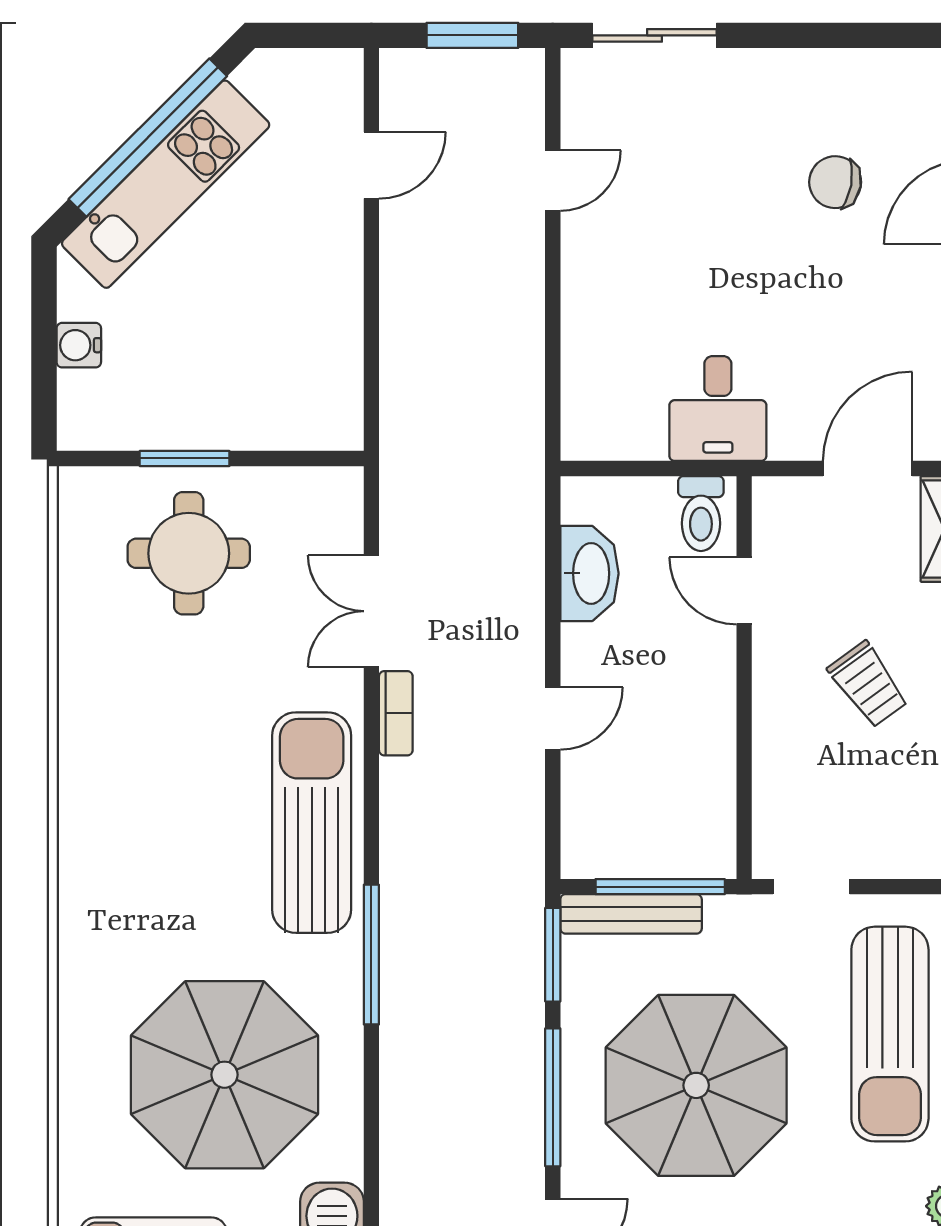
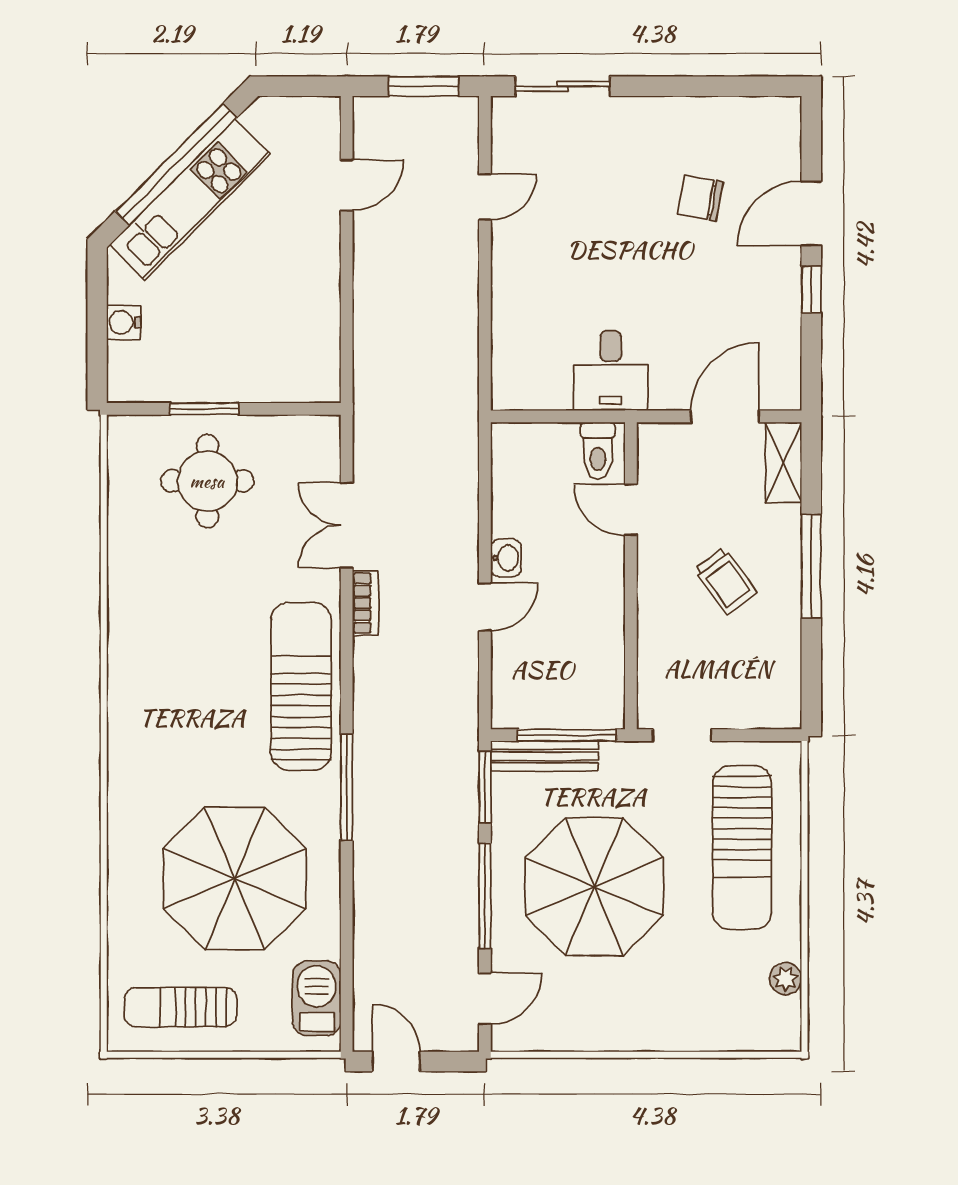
washbasin: (589, 573) -> (506, 558), moved, width x0.52, depth x0.69

